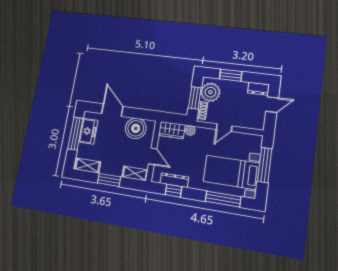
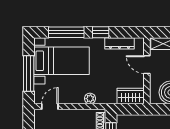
door: (224, 128) -> (50, 107), moved
plant: (190, 130) -> (90, 99), moved
window: (173, 191) -> (101, 32), moved

